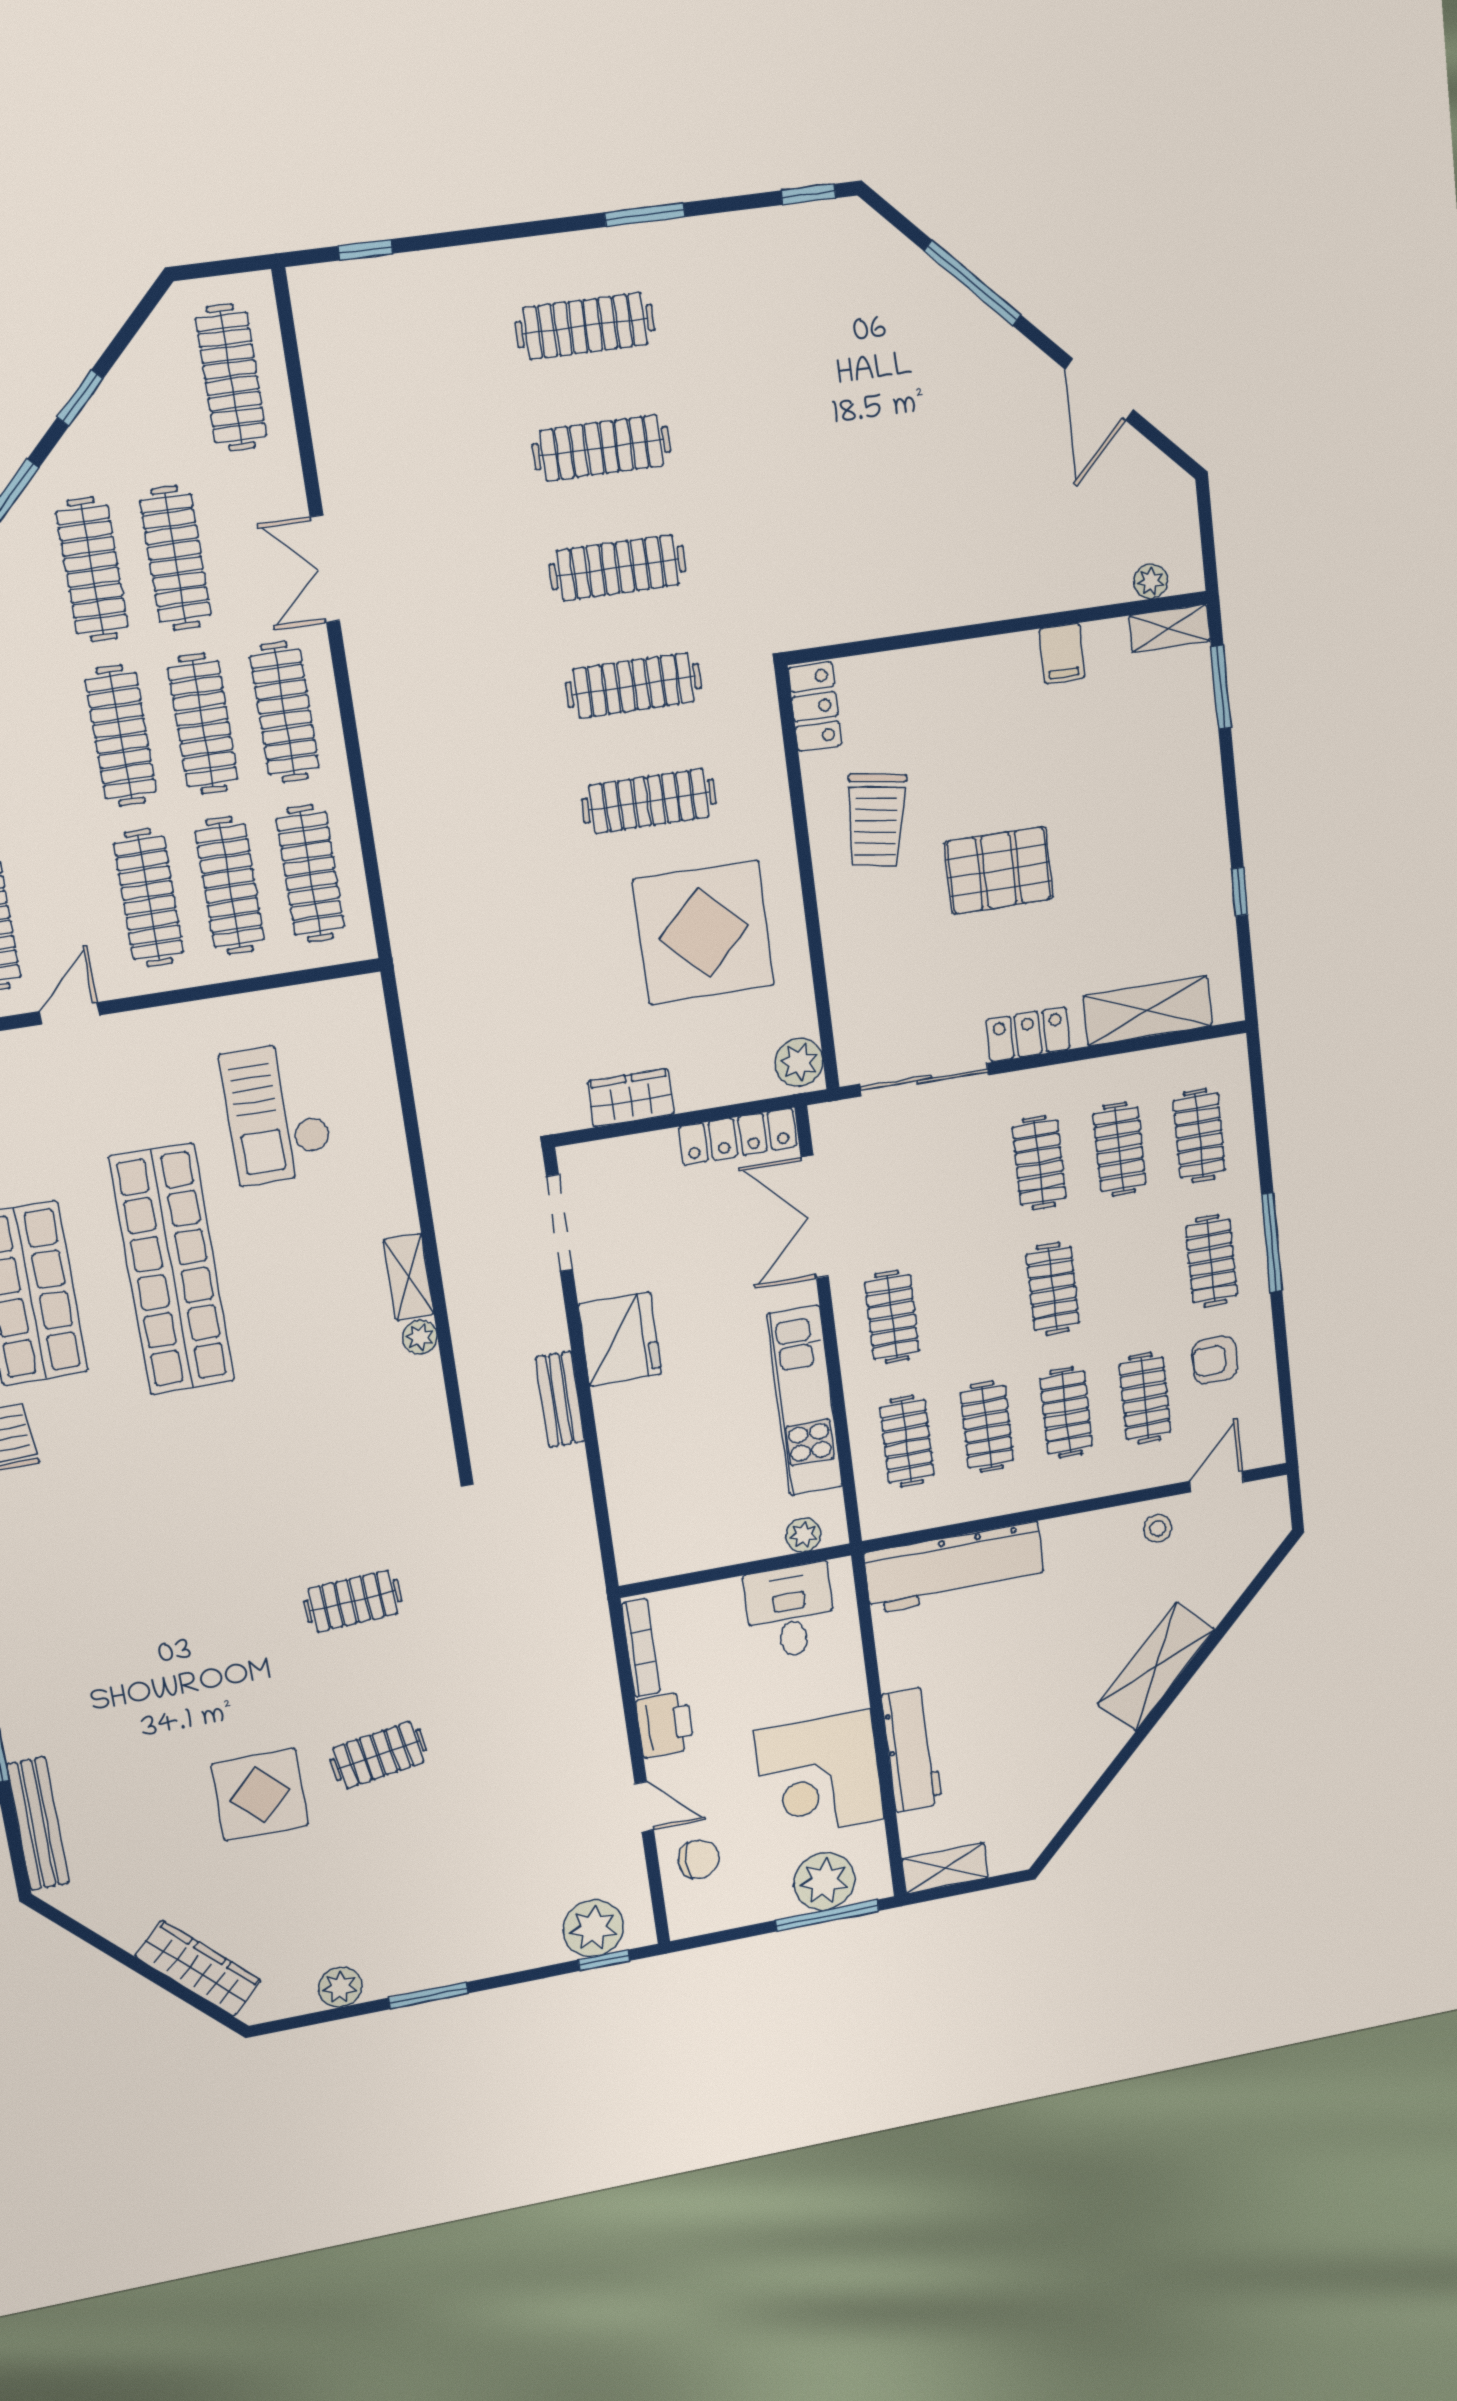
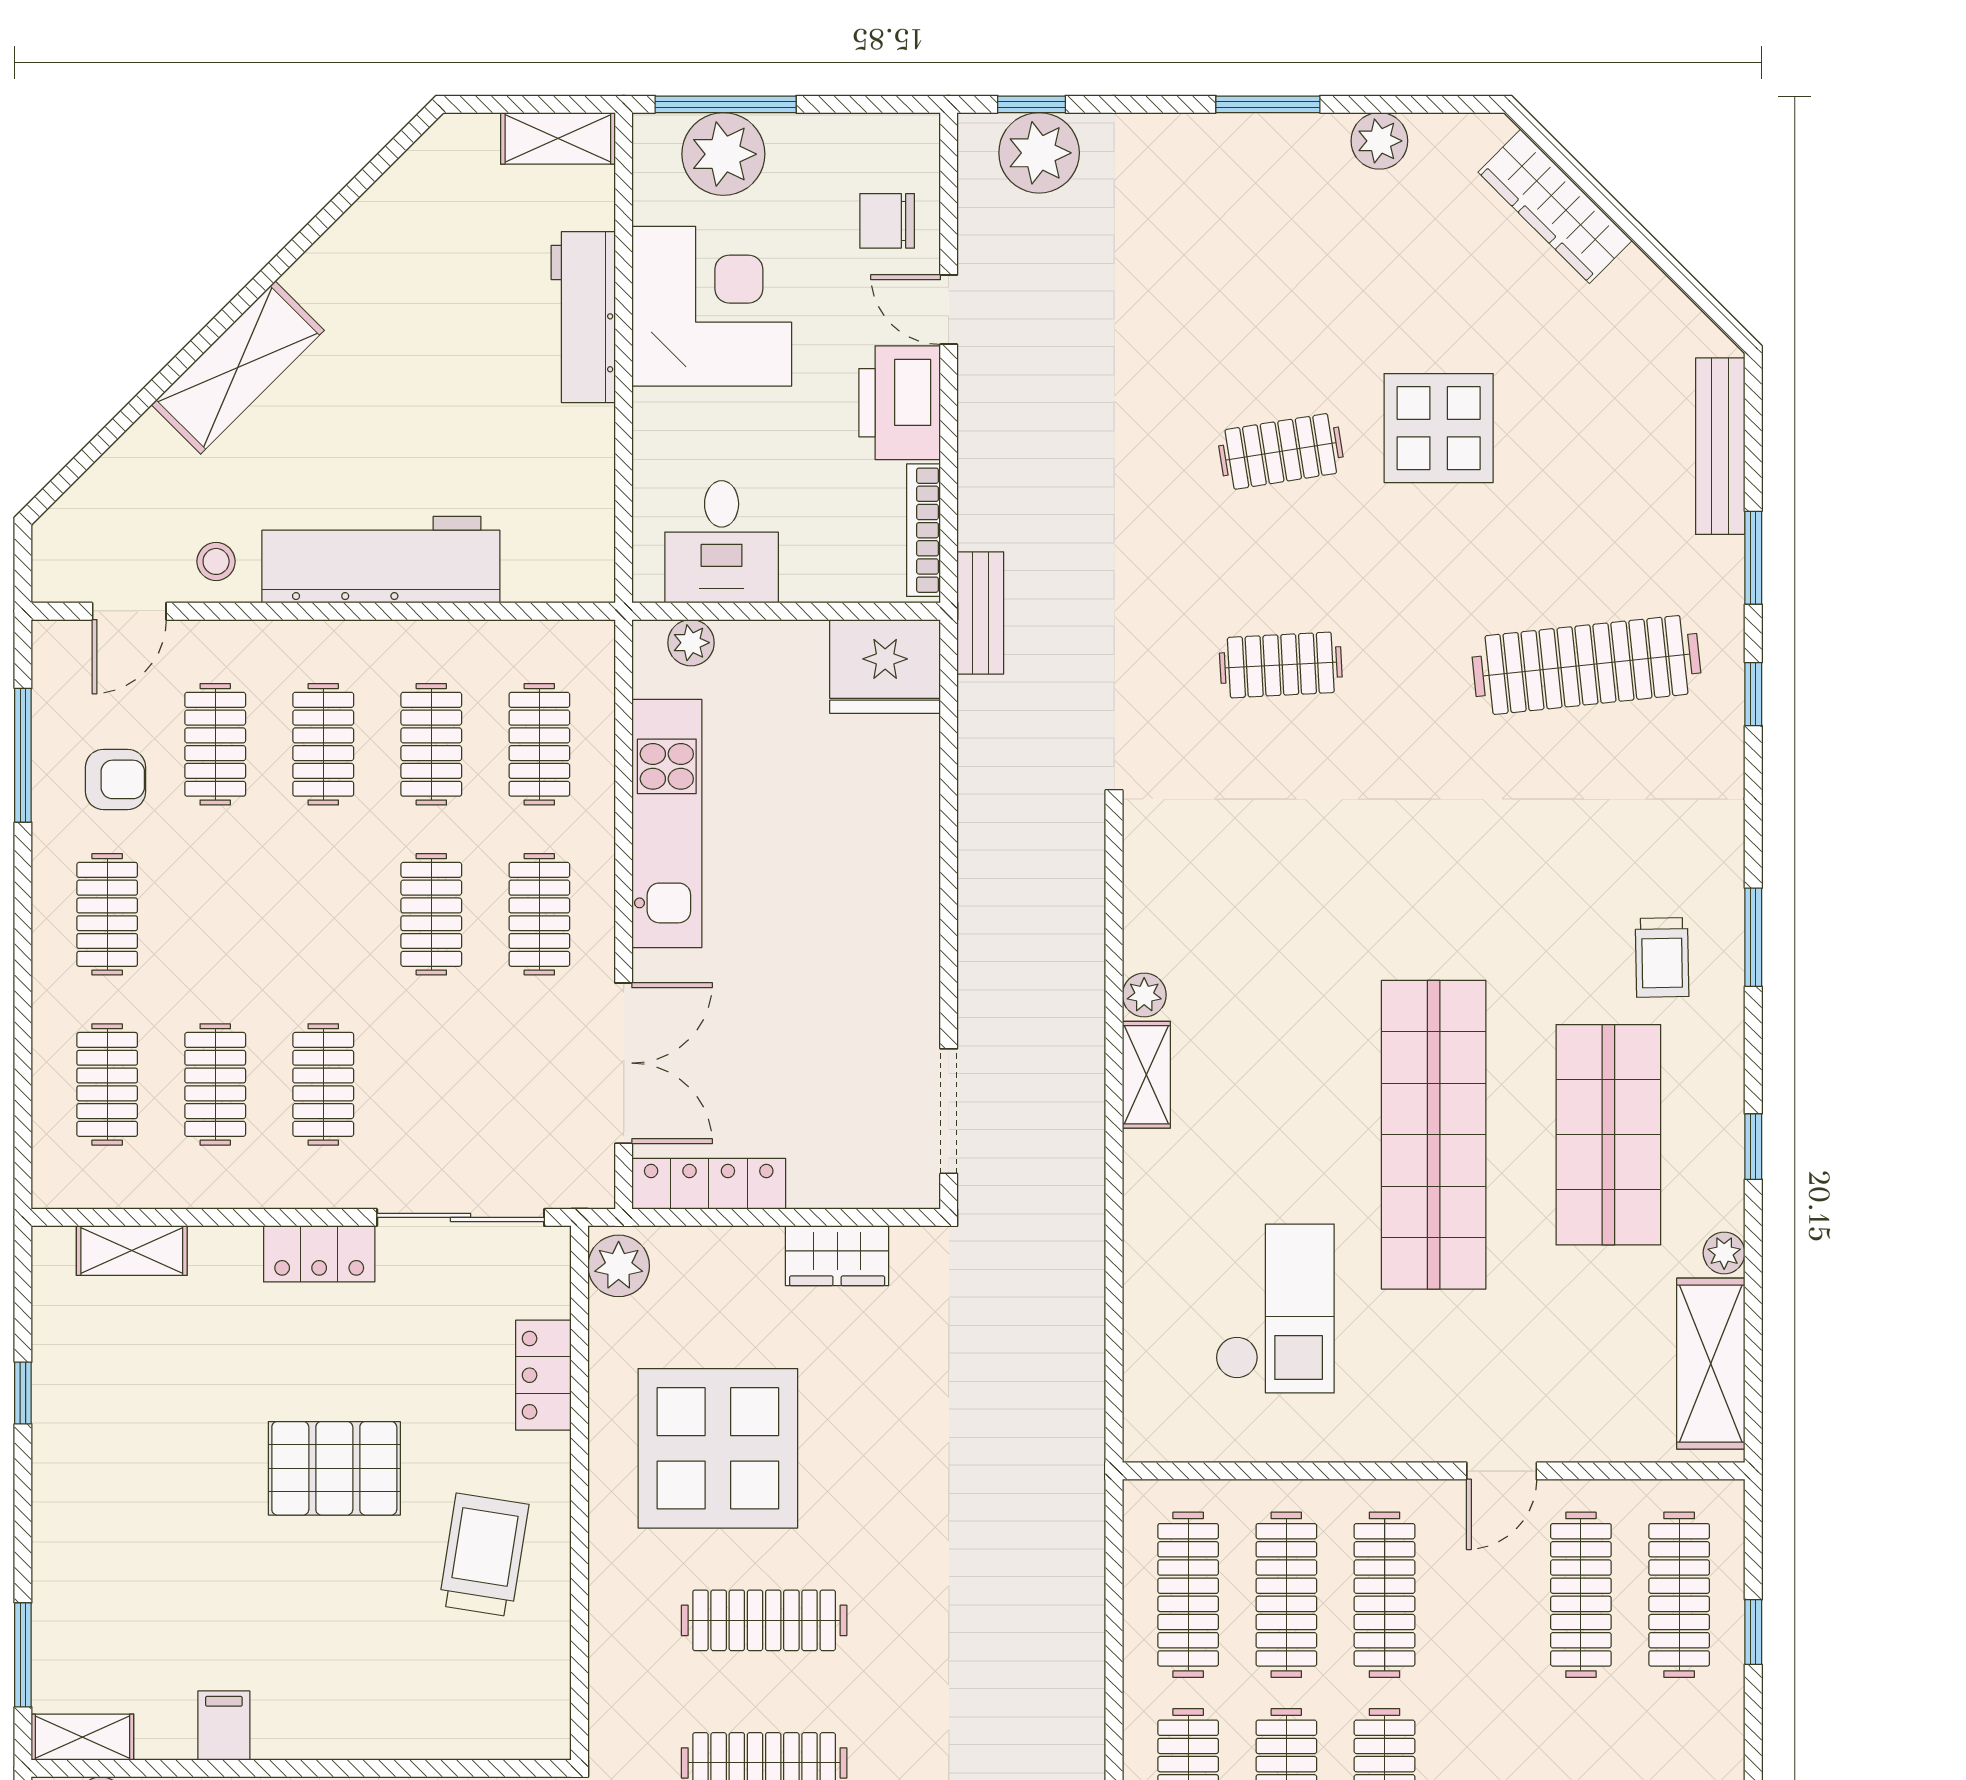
locker: (815, 707) -> (543, 1375), moved
shelving: (1148, 1011) -> (132, 1251), width x0.67, depth x0.75
window: (1272, 1243) -> (23, 755), moved
clothes rail: (1053, 1289) -> (431, 914), moved
fridge: (620, 1339) -> (885, 666), moved, turned -90
bench: (560, 1399) -> (980, 613), moved
workbench: (954, 1568) -> (381, 560), moved
clothes rail: (114, 1645) -> (1586, 665), added
printer: (665, 1725) -> (900, 403), width x1.37, depth x1.19

